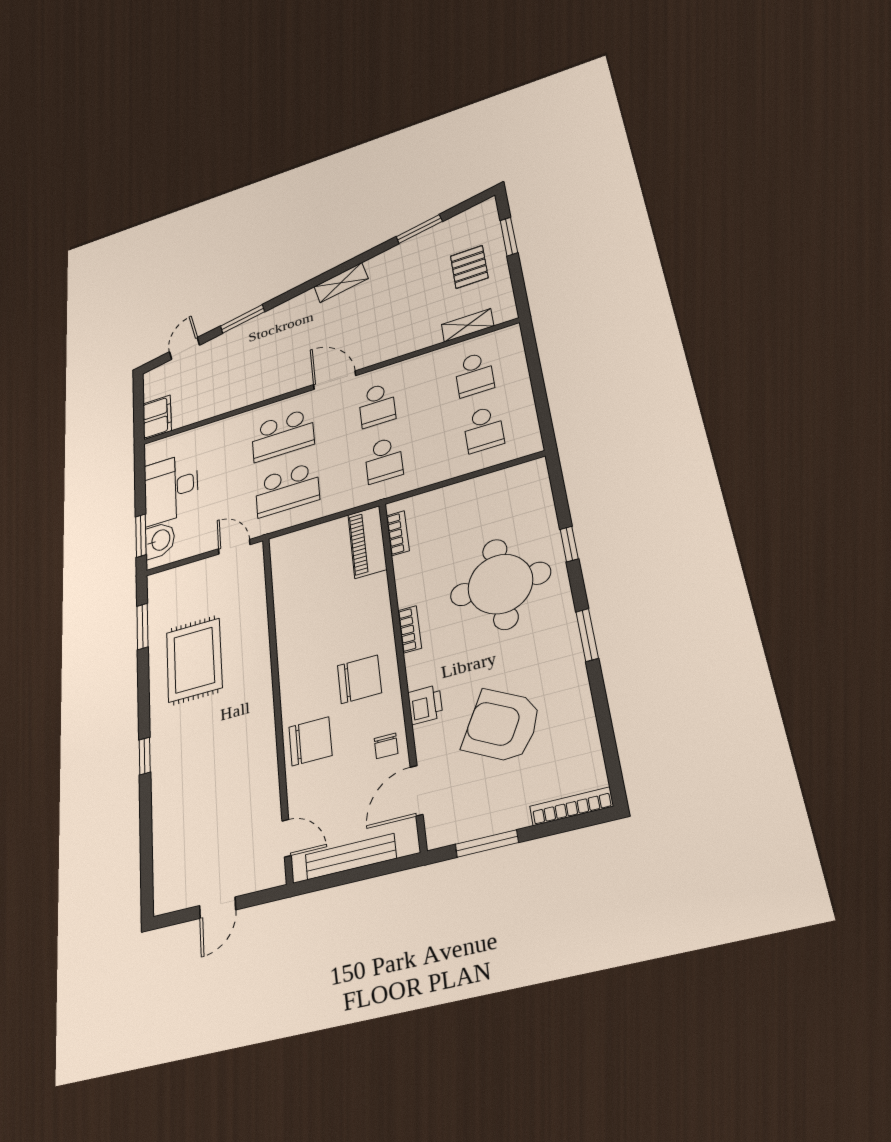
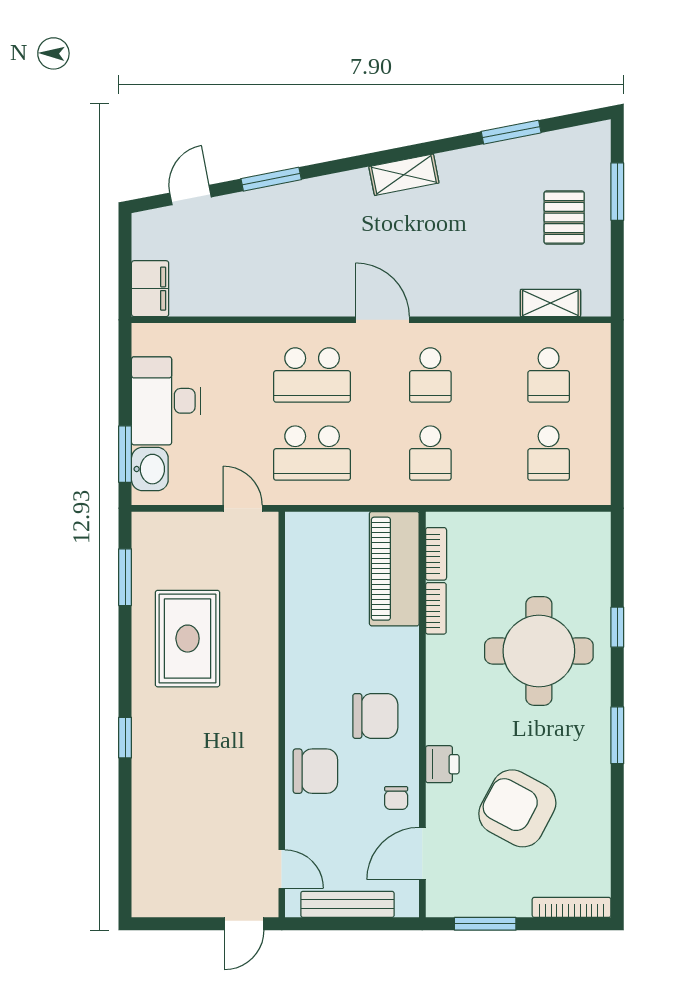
piano: (367, 542) -> (394, 569), width x1.37, depth x1.33
bookcase: (410, 629) -> (436, 608), moved
door: (218, 908) -> (244, 924), moved

